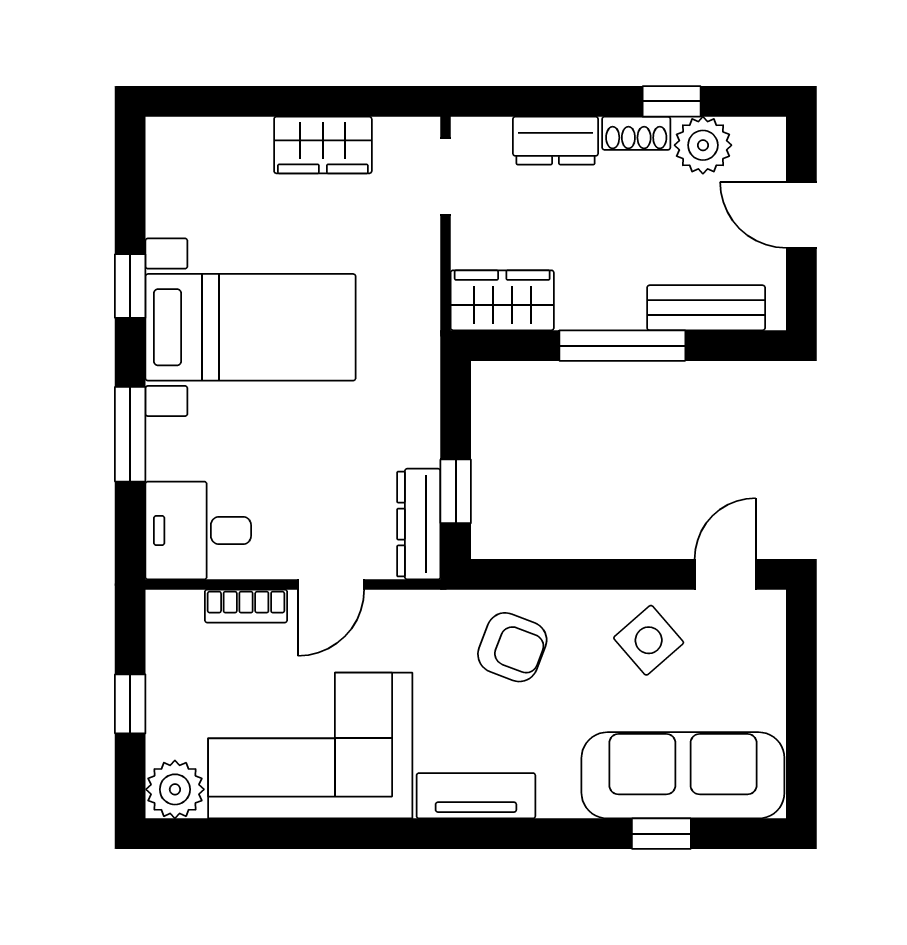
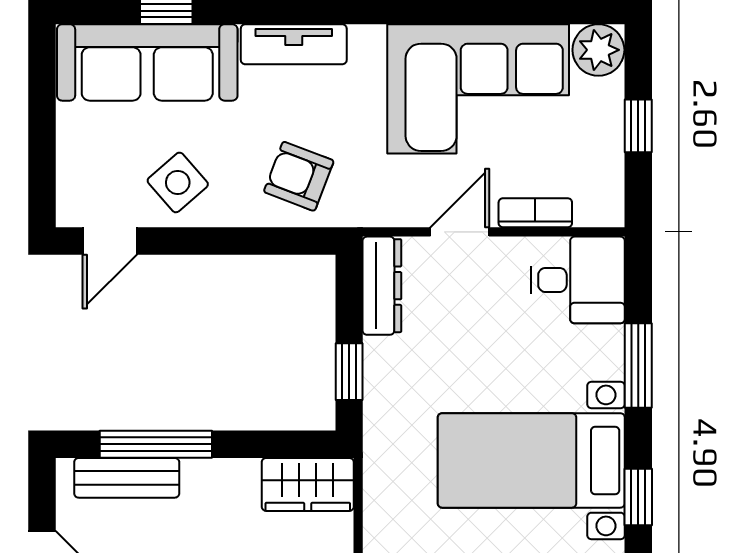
window: (622, 346) -> (156, 444), moved
window: (456, 491) -> (349, 372), moved
tv unit: (476, 796) -> (294, 44), moved

